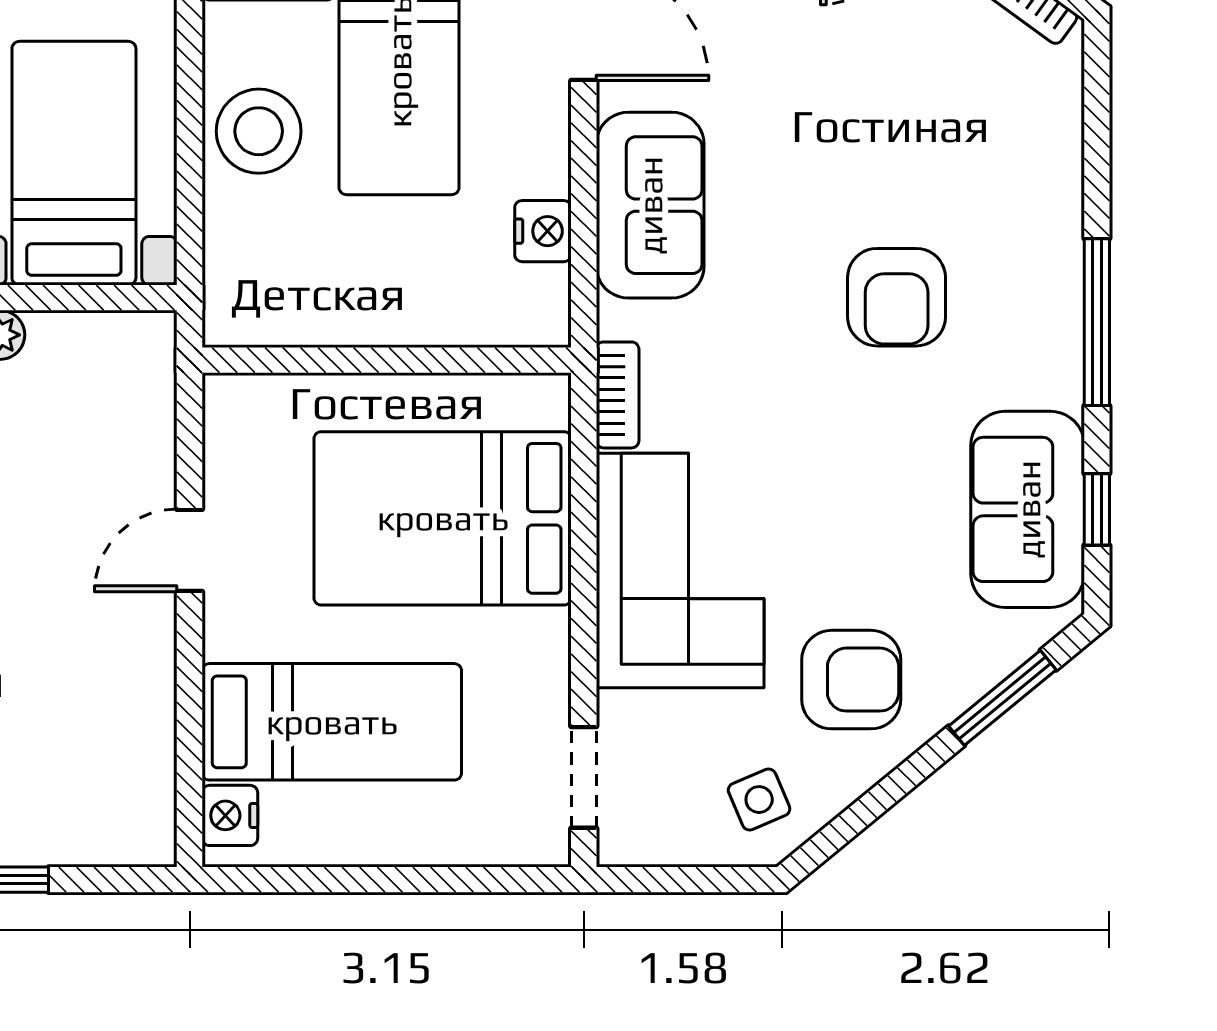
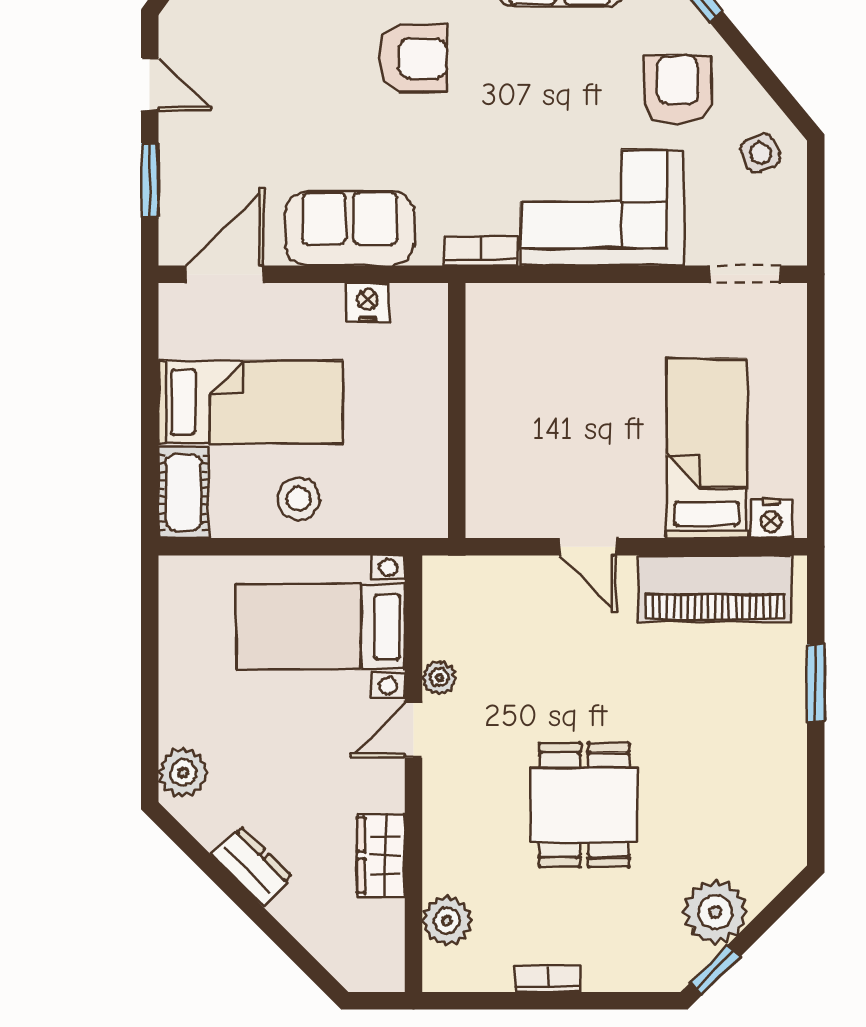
stool: (259, 131) -> (299, 499), width x0.73, depth x0.73
bed: (443, 518) -> (566, 372), removed
piano: (129, 734) -> (715, 589), added

